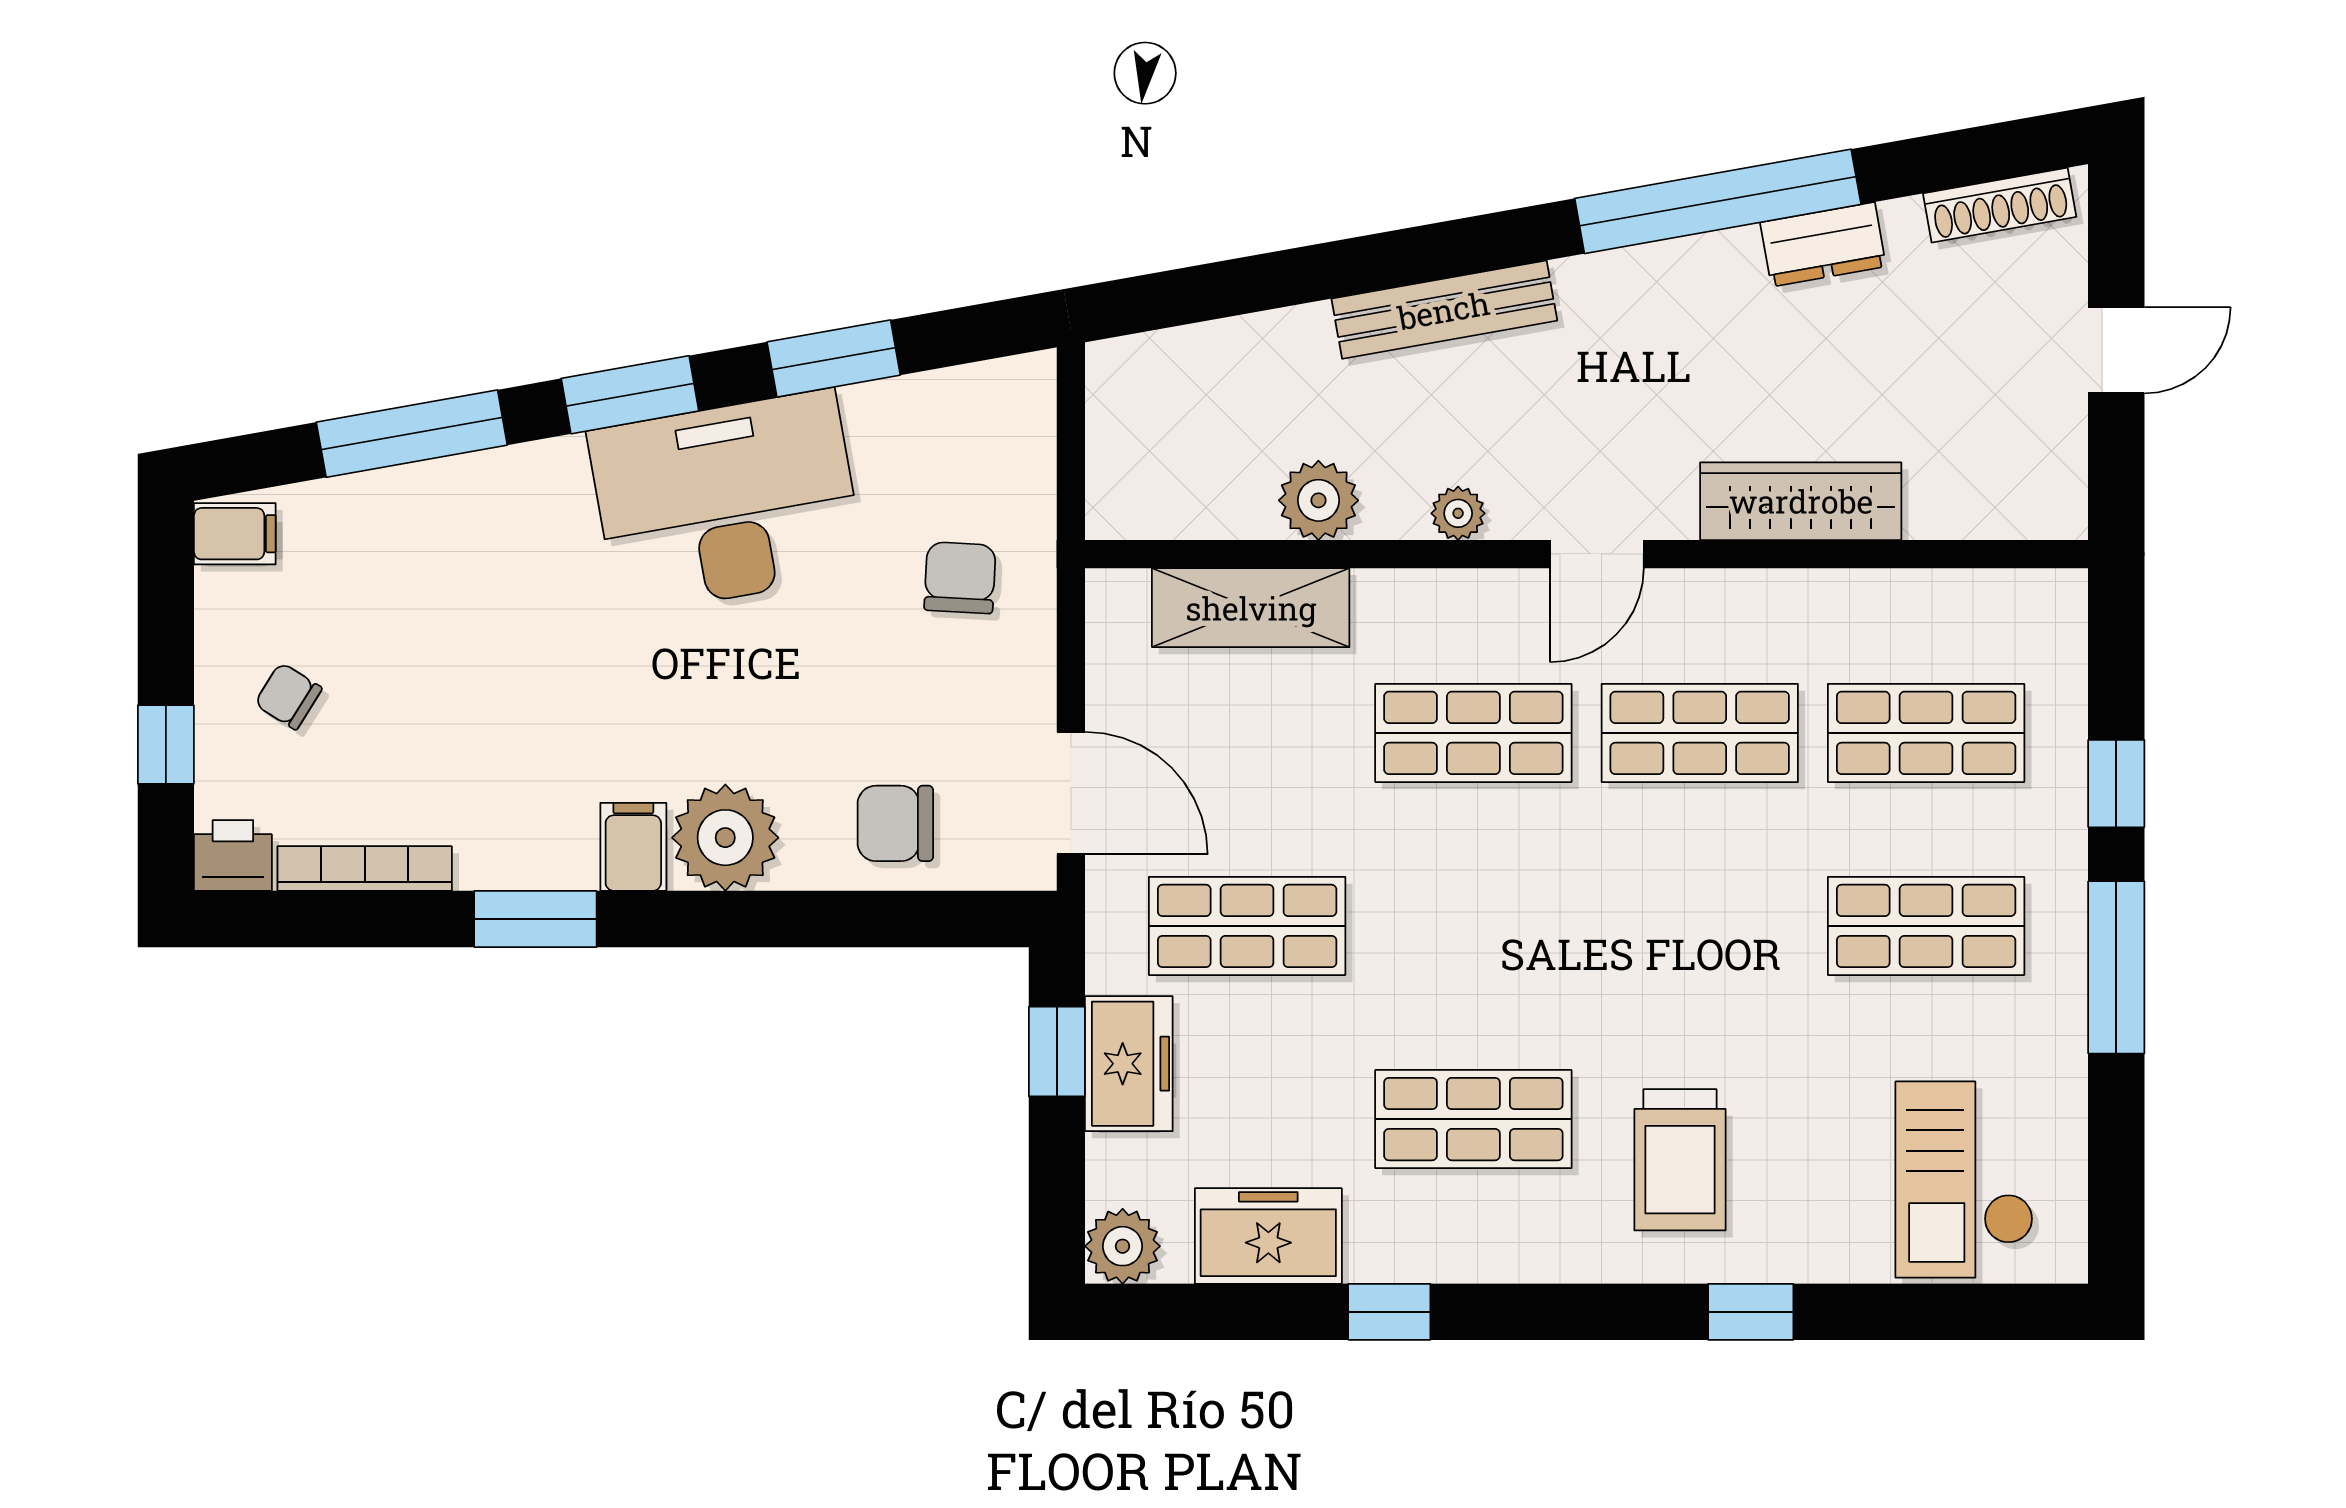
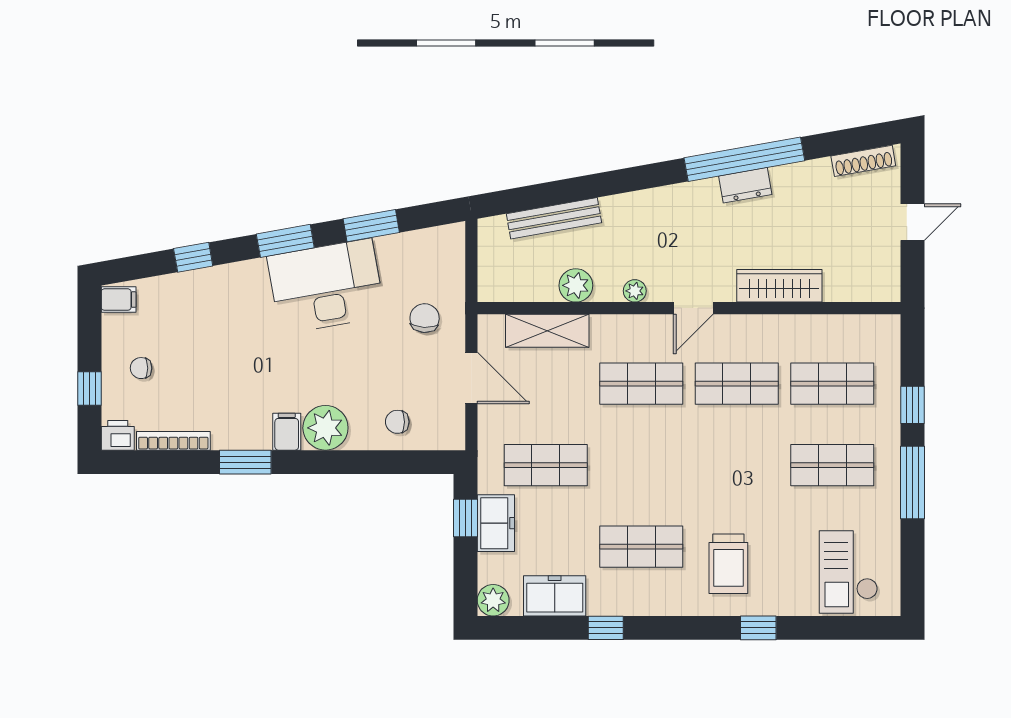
dresser: (1823, 244) -> (745, 185), moved
bench: (1444, 310) -> (554, 218), moved
window: (412, 434) -> (193, 257), width x0.46
chair: (288, 696) -> (141, 368), turned -32
door: (1071, 793) -> (471, 378), moved
chair: (895, 823) -> (397, 422), width x0.73, depth x0.73

